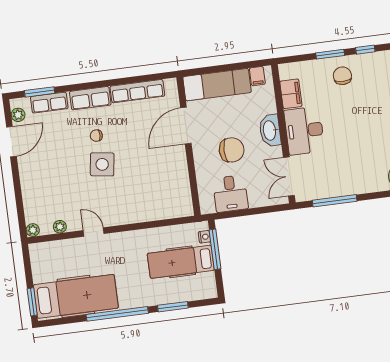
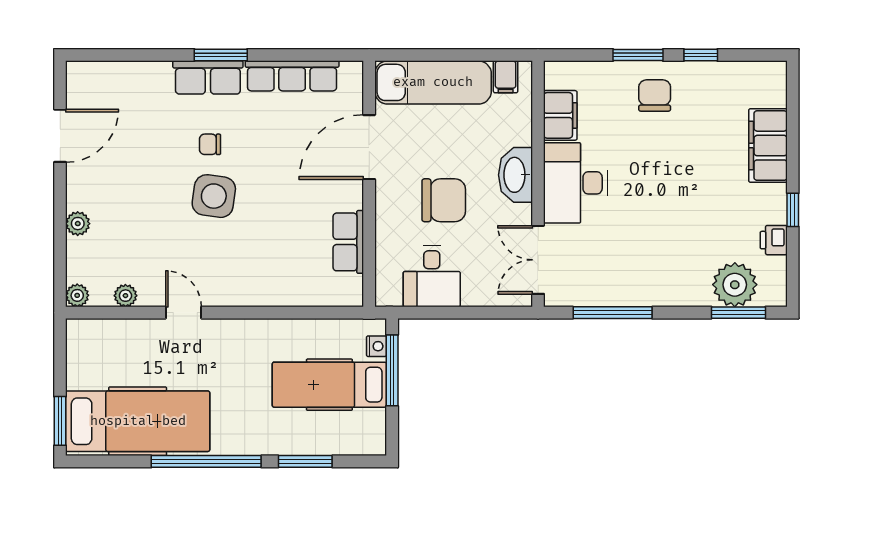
window: (40, 92) -> (221, 55), moved
row of seats: (49, 103) -> (348, 242), moved, turned 90
plant: (18, 115) -> (78, 224), moved

